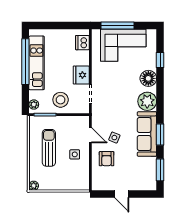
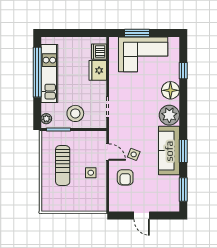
window: (117, 26) -> (137, 33), width x0.69
fridge: (81, 75) -> (98, 70), moved
sun lounger: (49, 148) -> (63, 166), turned 180
plant: (34, 186) -> (46, 207), removed

